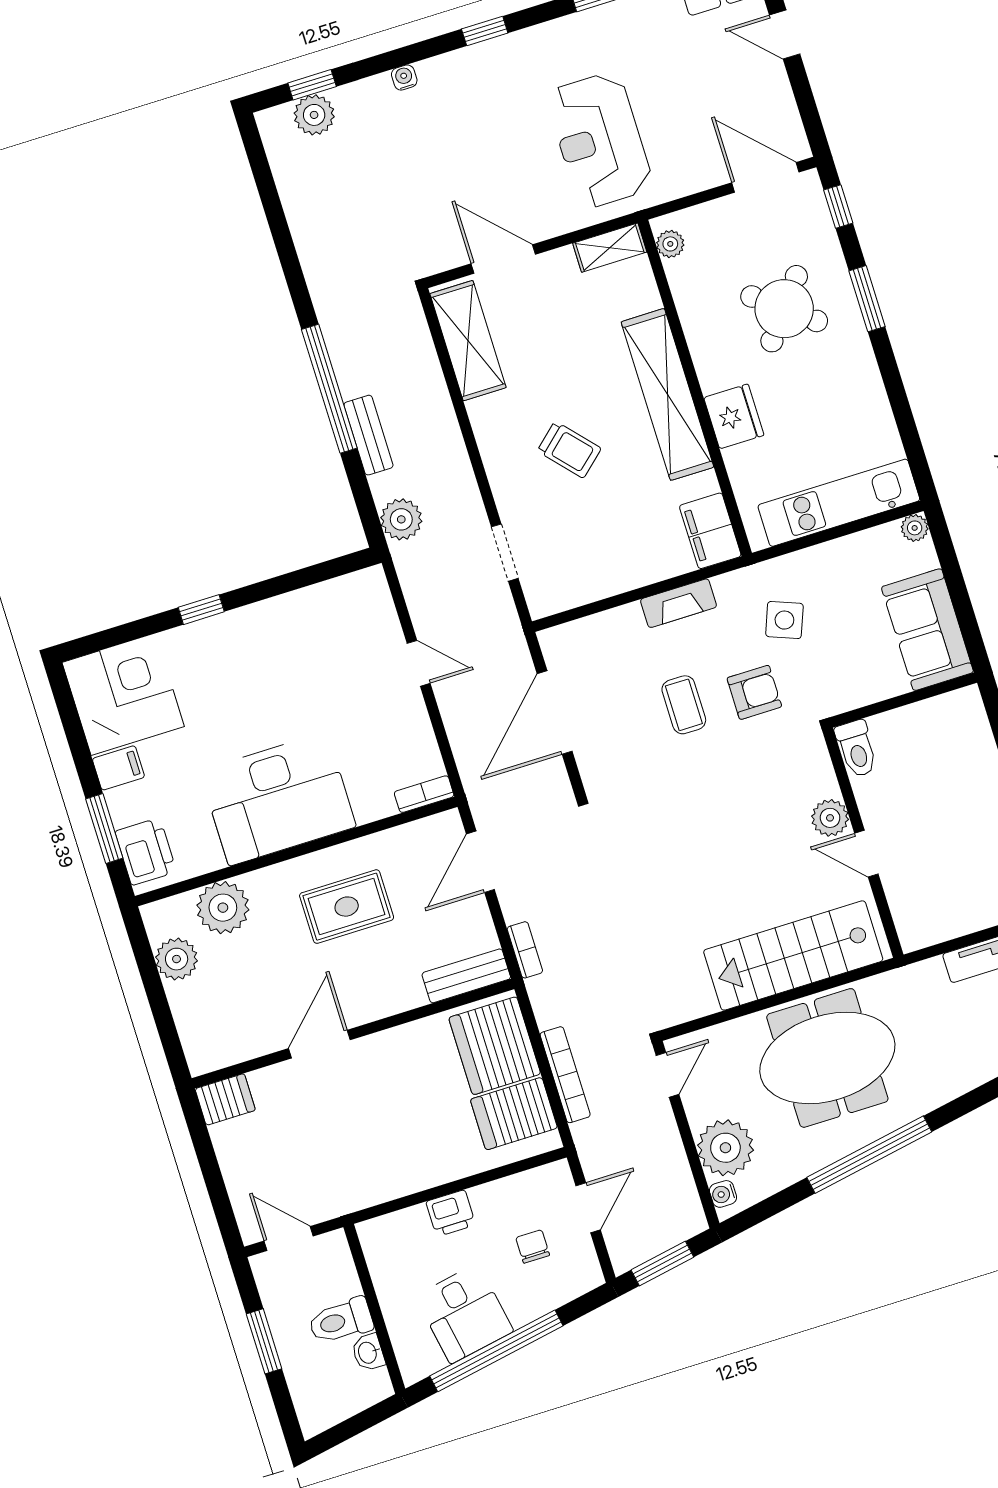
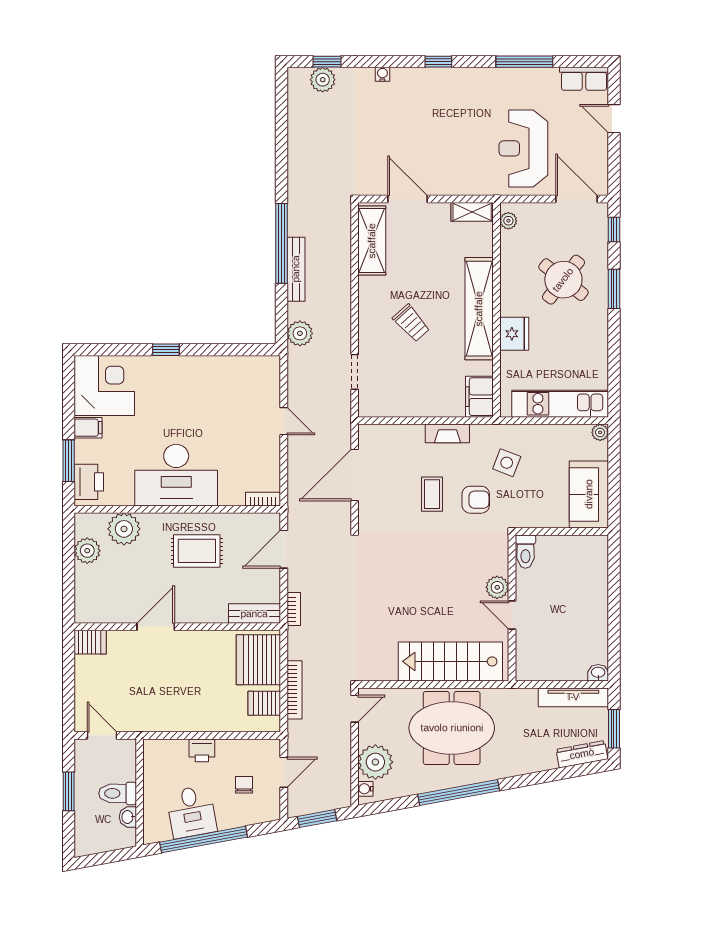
reception desk: (599, 140) -> (523, 148), moved
bench: (368, 435) -> (296, 269), width x1.36
server rack: (514, 1114) -> (264, 703), width x0.73, depth x0.70

